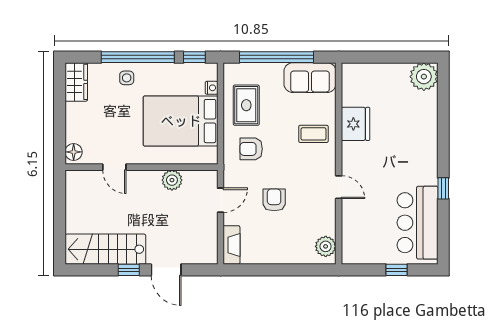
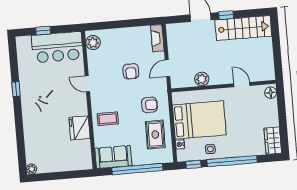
plant: (424, 77) -> (32, 169), width x0.53, depth x0.53
side table: (127, 78) -> (210, 149), moved
bar counter: (418, 223) -> (57, 47), moved, turned 90

